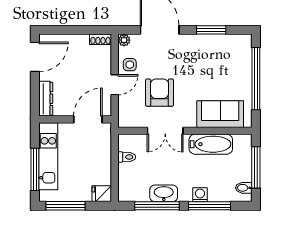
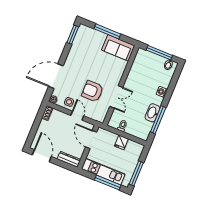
window: (211, 30) -> (73, 35), moved
window: (256, 79) -> (107, 31), width x0.68
sofa: (220, 114) -> (118, 48), moved, turned -90
bathtub: (211, 144) -> (135, 73), removed
fridge: (102, 194) -> (121, 142), moved
window: (210, 206) -> (171, 89), removed

